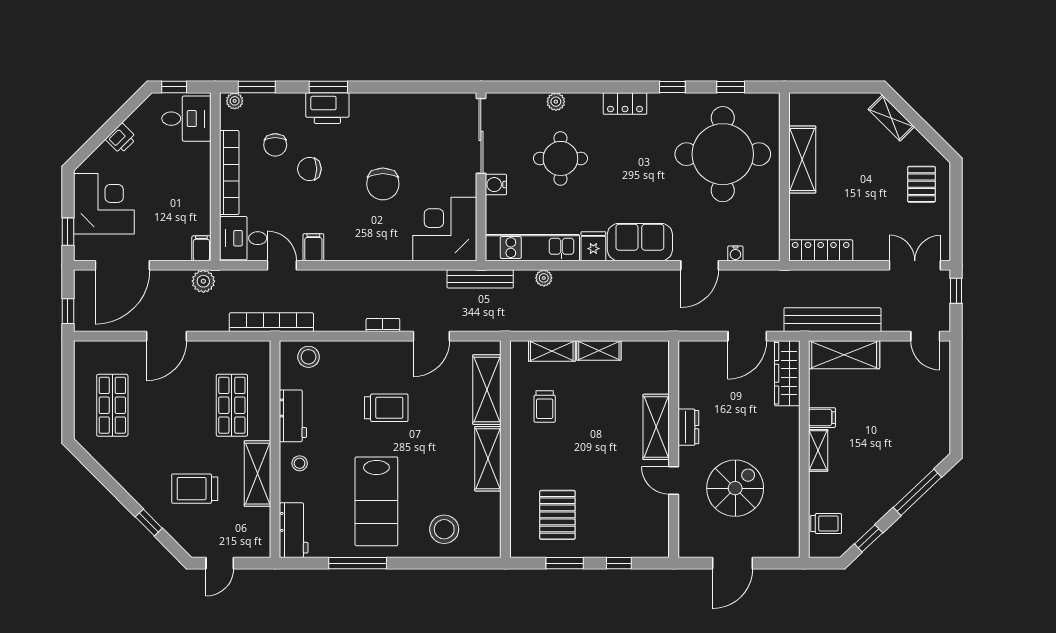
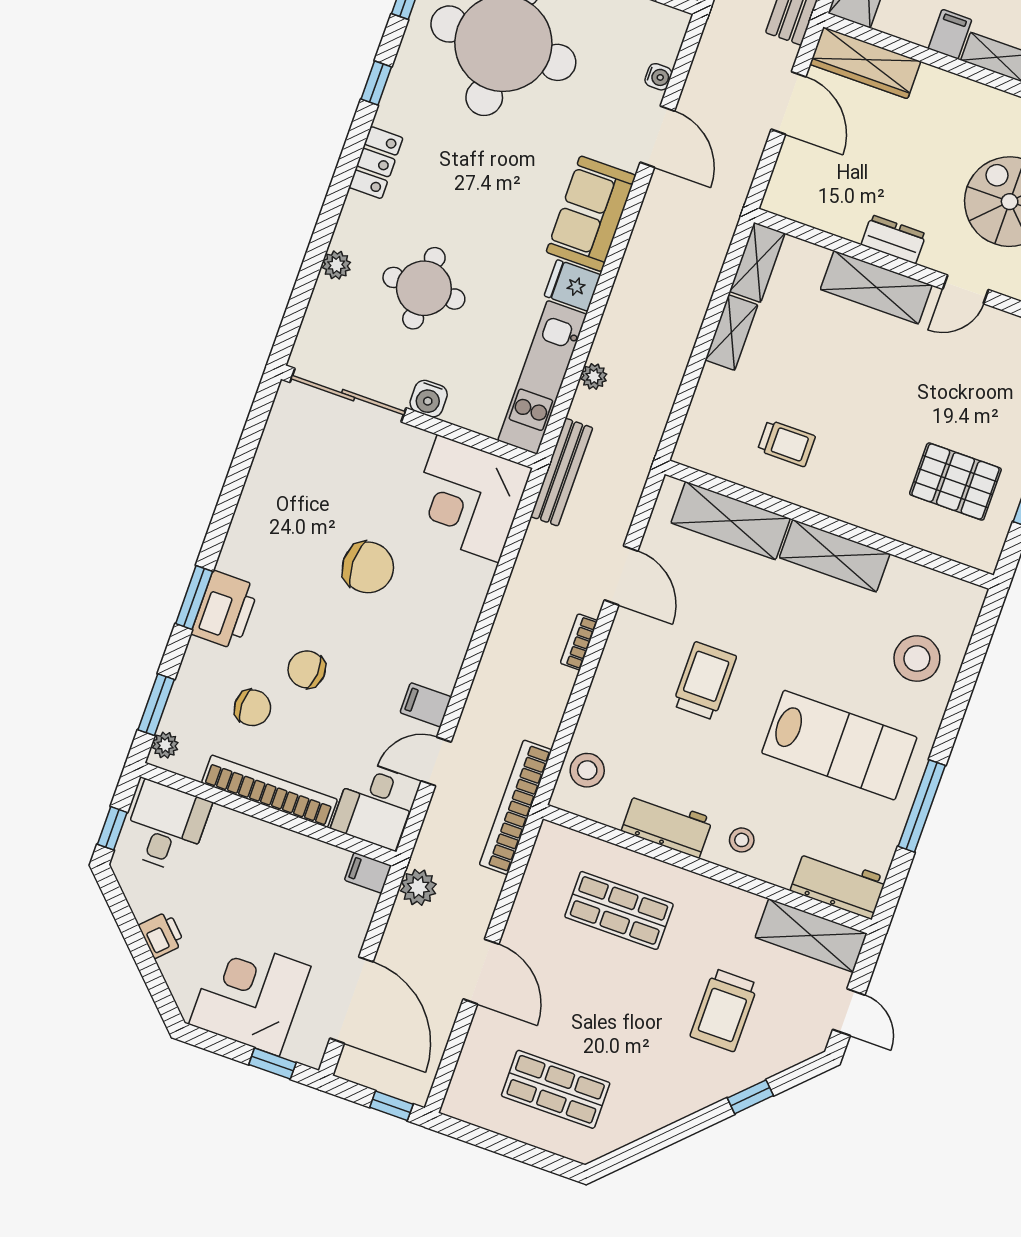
chair: (309, 169) -> (307, 669), turned 94
shelving: (552, 351) -> (757, 262), moved
shelving: (257, 474) -> (811, 935), moved

